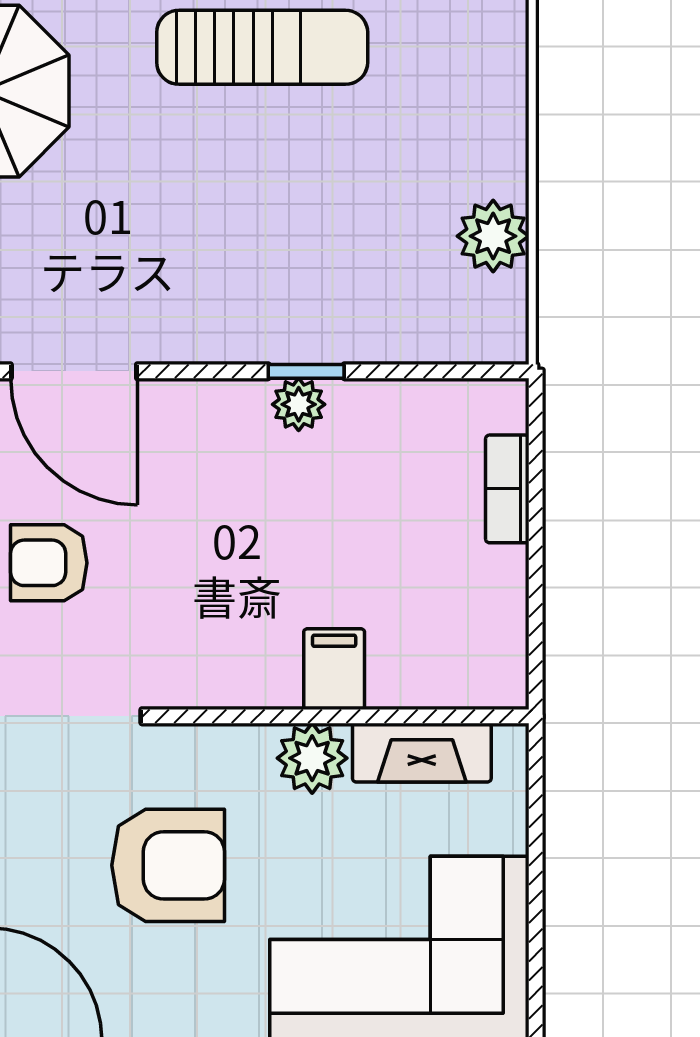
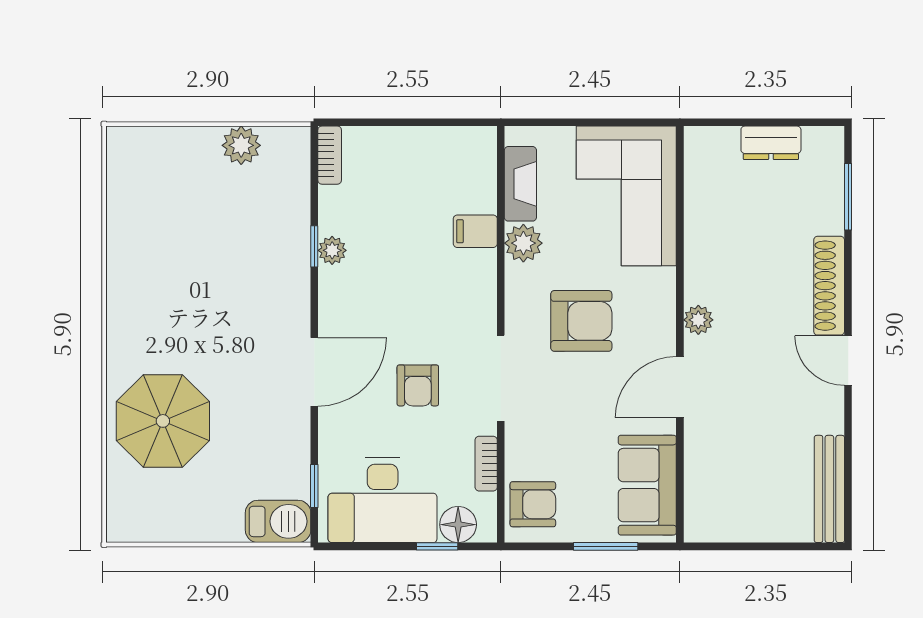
sun lounger: (262, 47) -> (139, 270), removed
bookcase: (507, 489) -> (330, 155), moved, turned -90
armchair: (168, 865) -> (581, 321), turned 90

